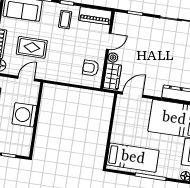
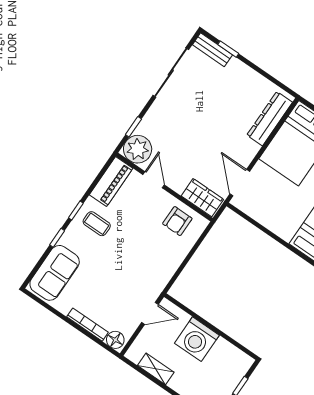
rug: (32, 47) -> (112, 286), removed
plant: (113, 58) -> (138, 149), moved, width x1.88, depth x1.88
door: (26, 79) -> (150, 313), swing flipped

